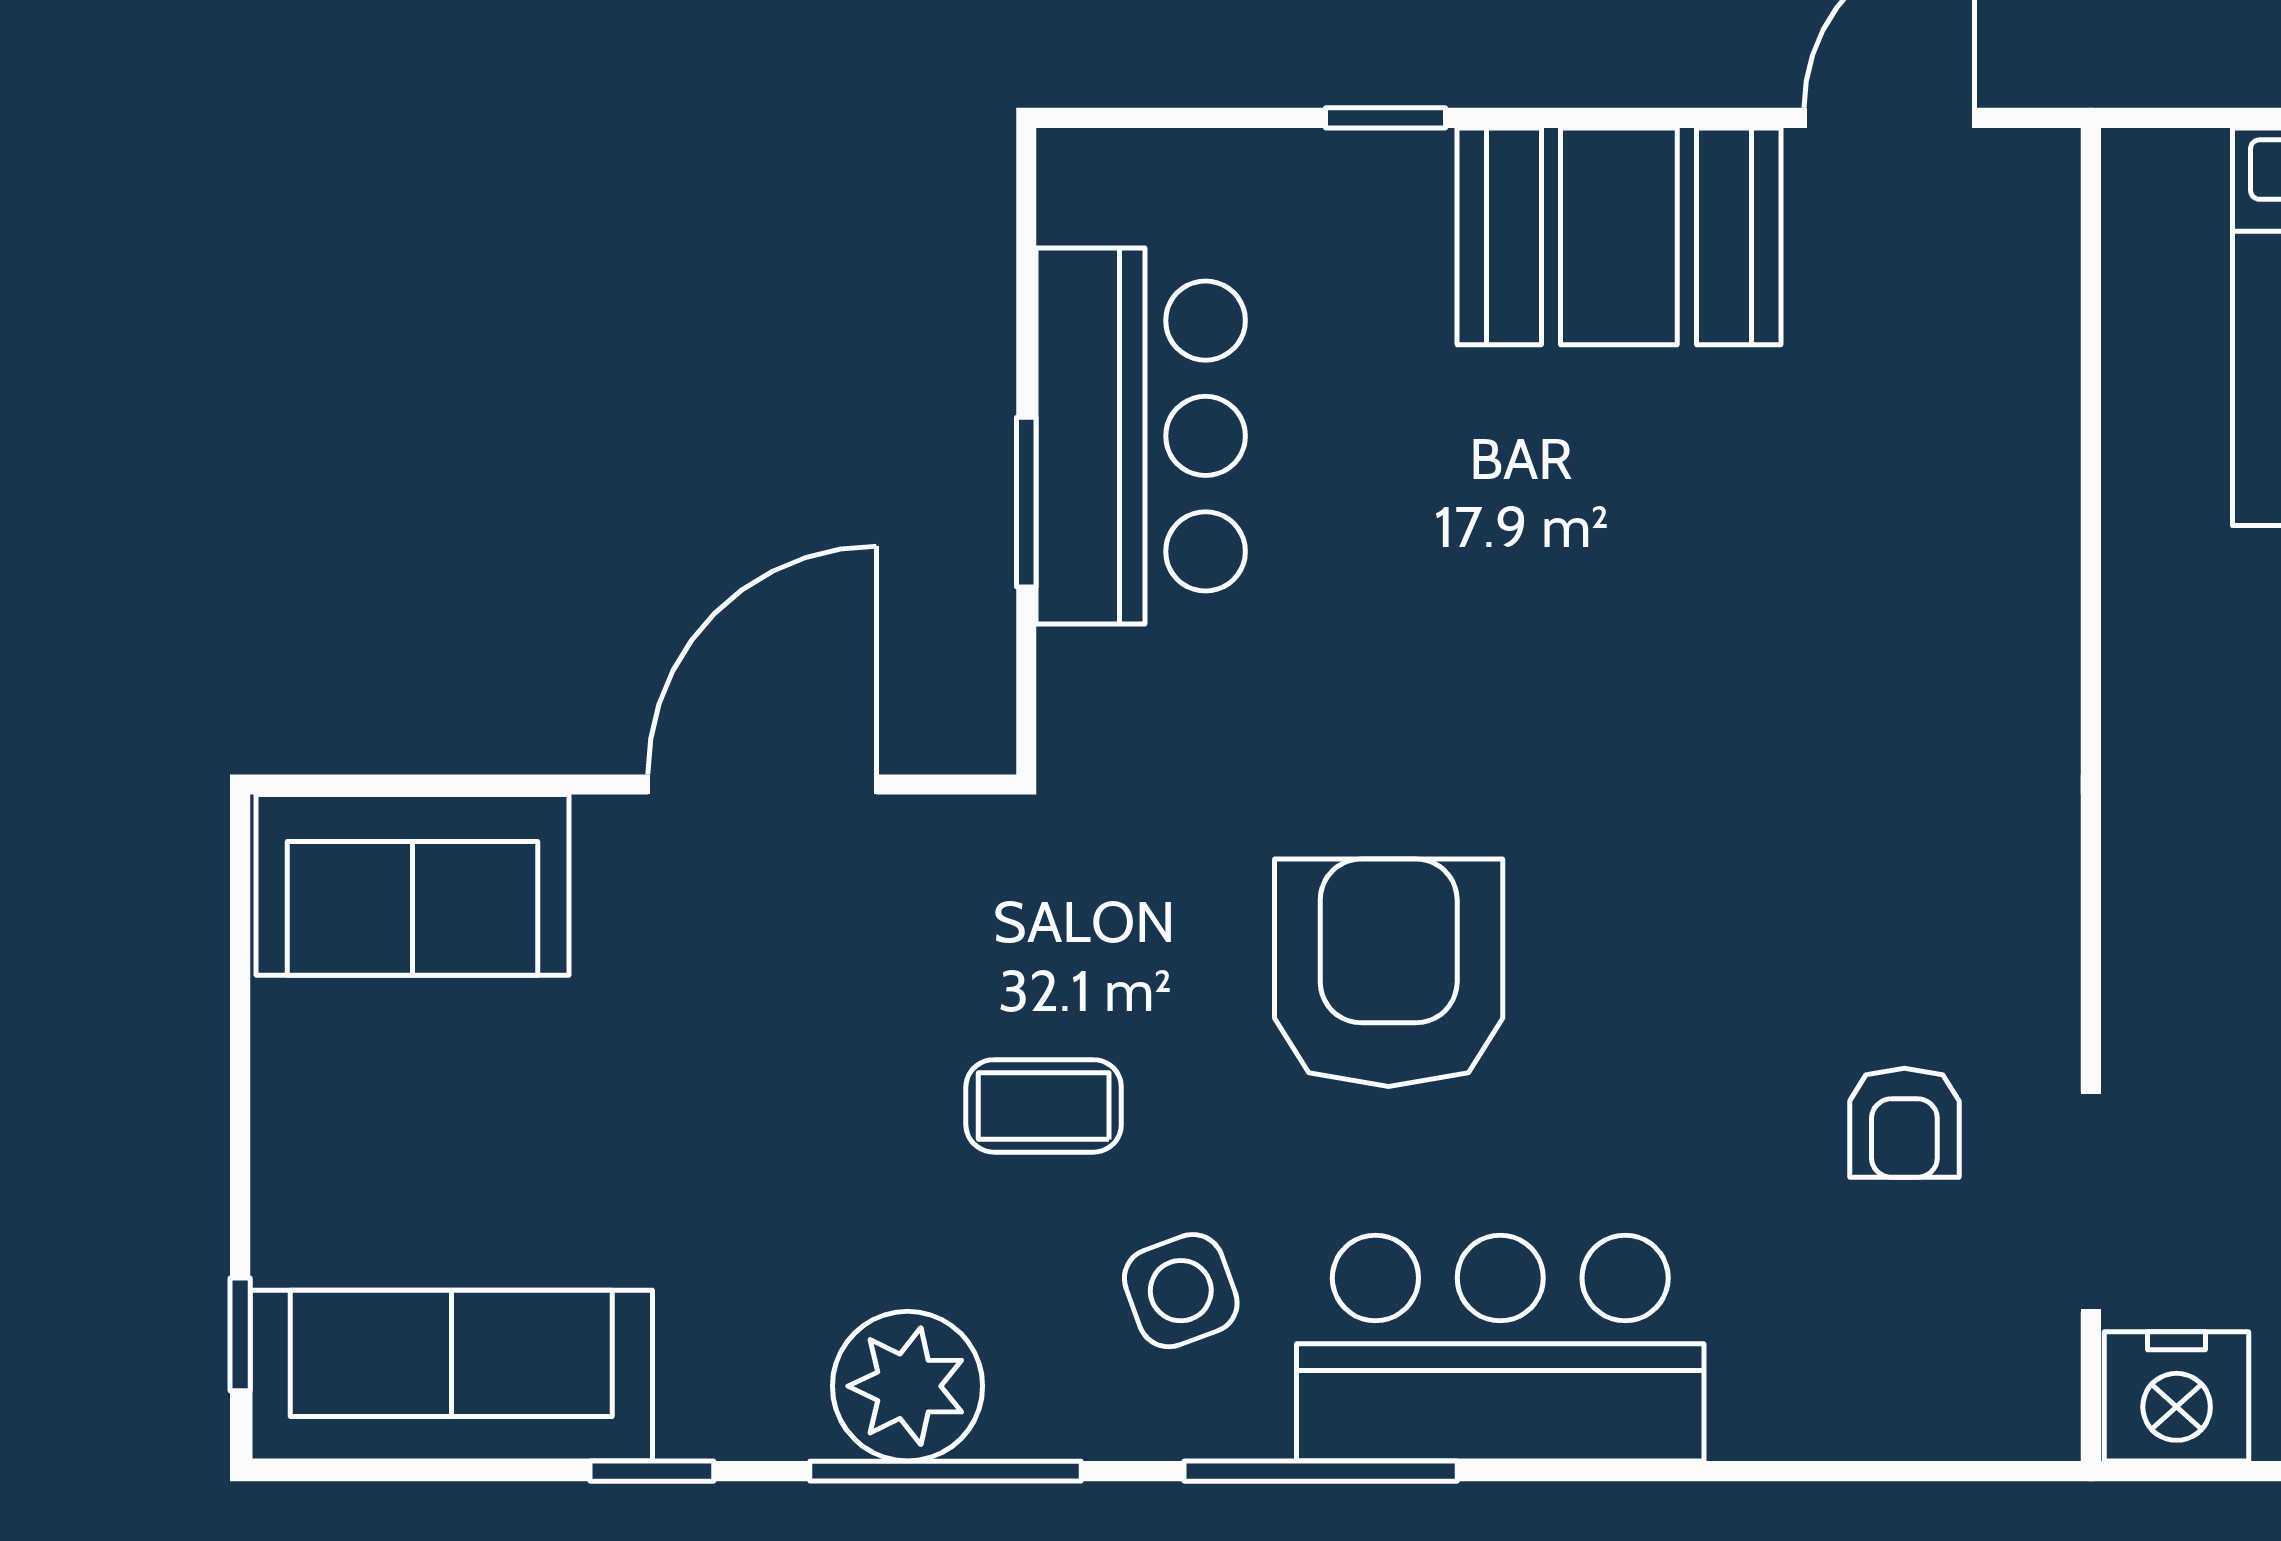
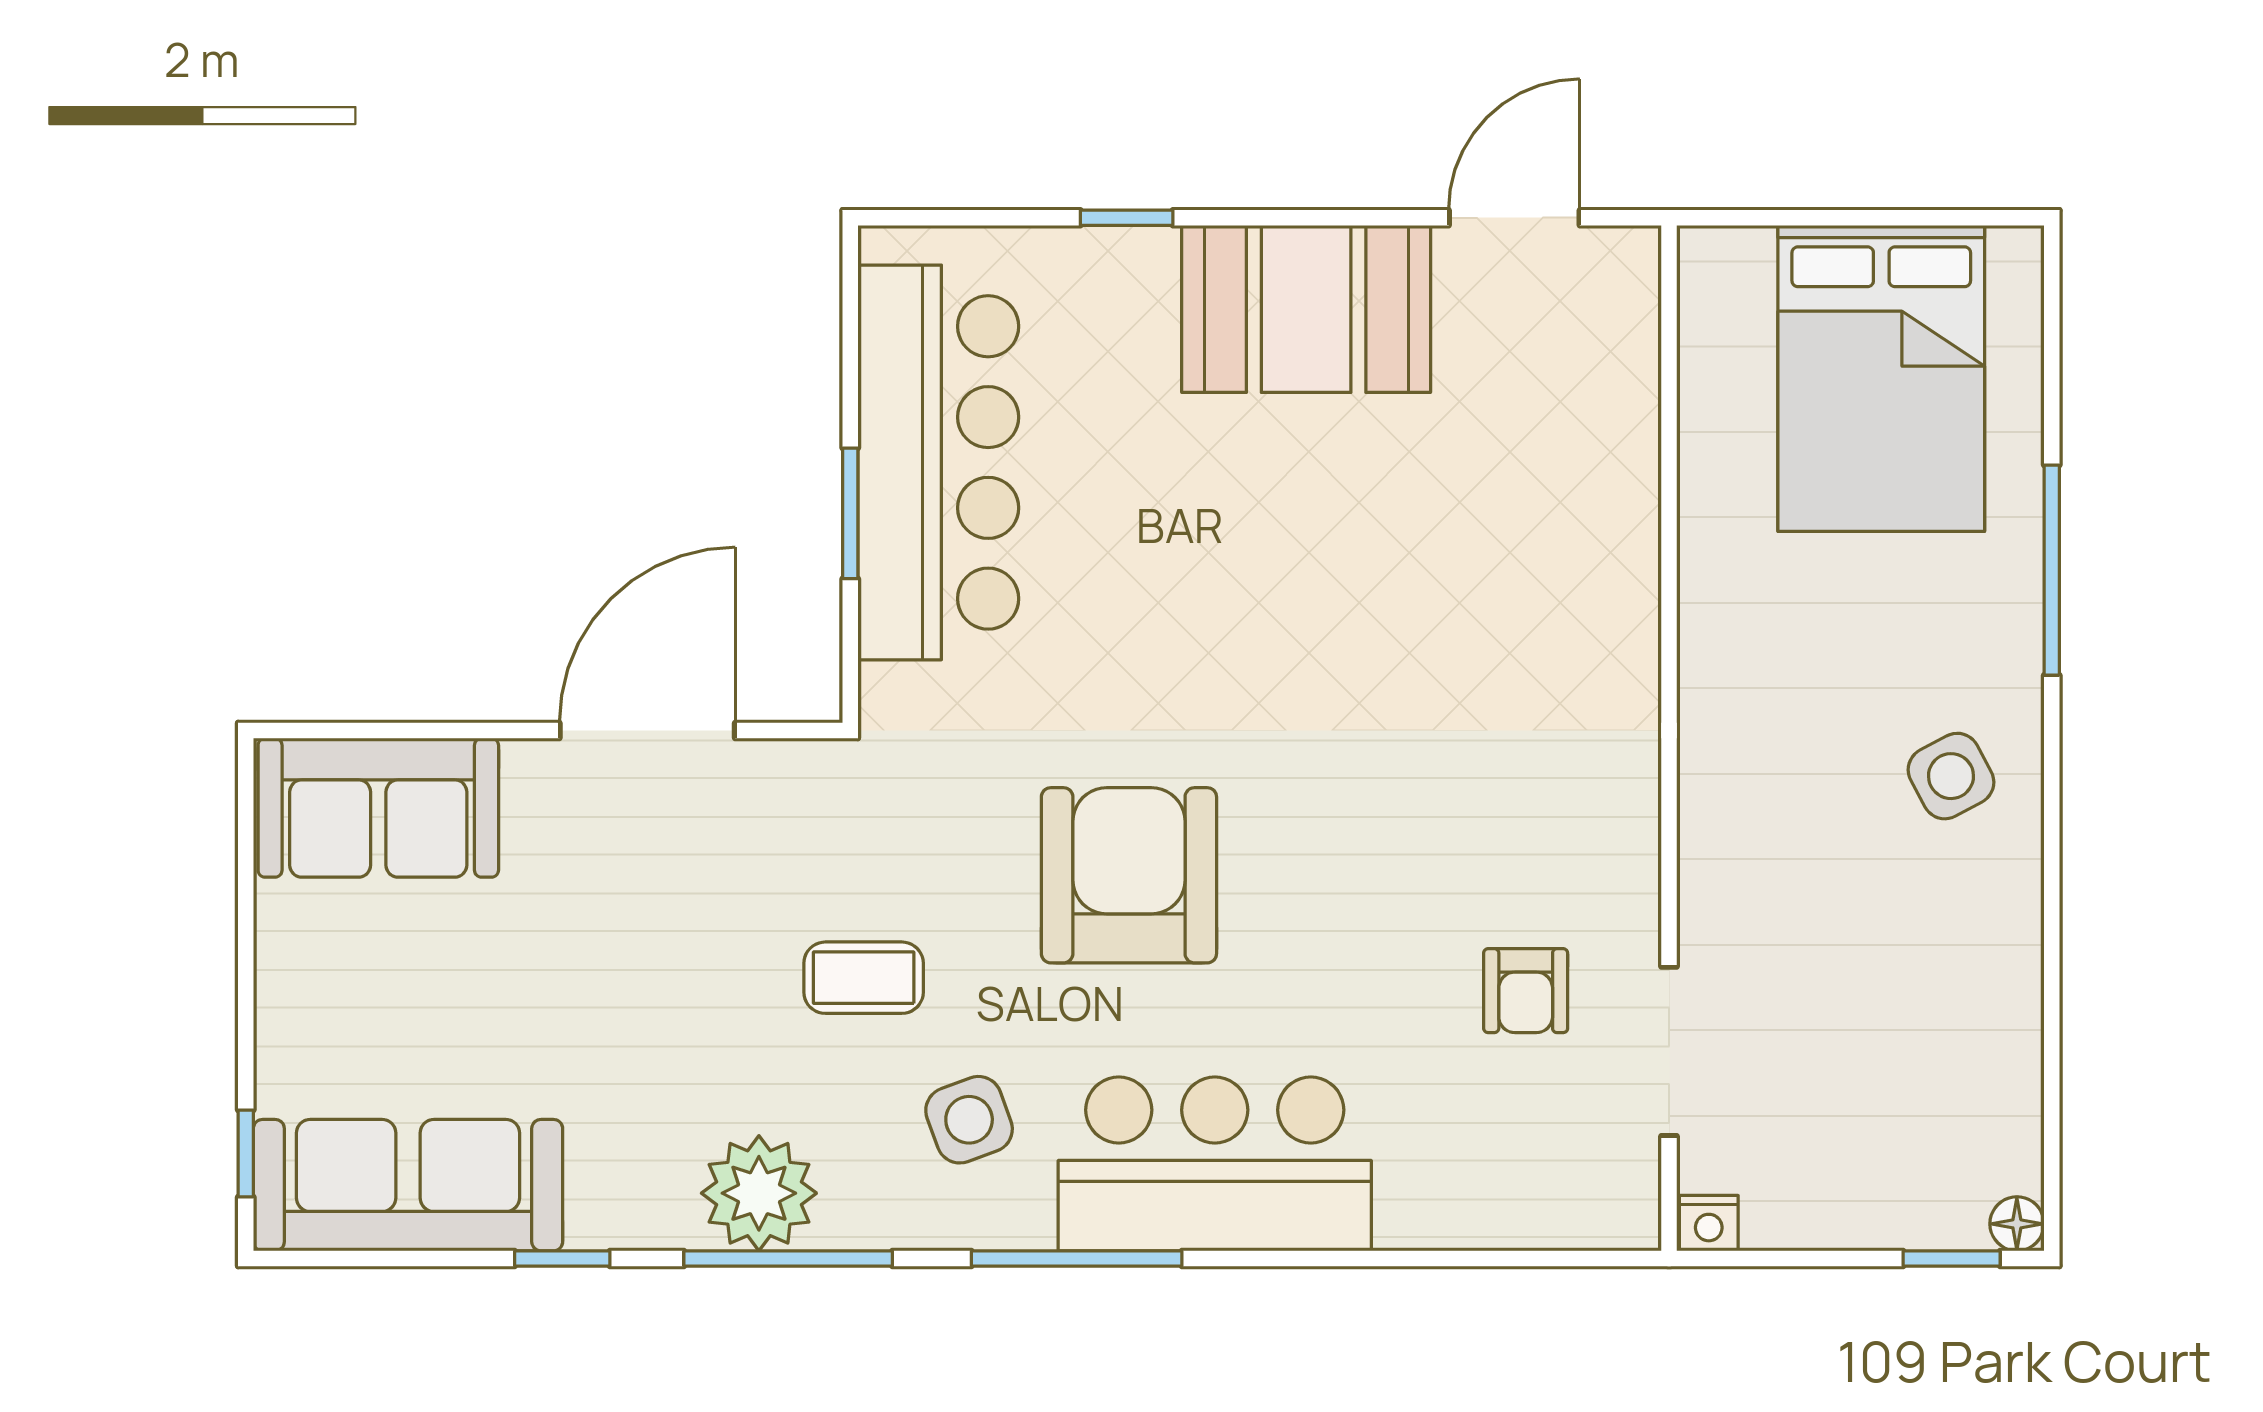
bar counter: (1141, 436) -> (938, 462), width x1.36
nightstand: (2177, 1396) -> (1709, 1223), width x0.53, depth x0.56

